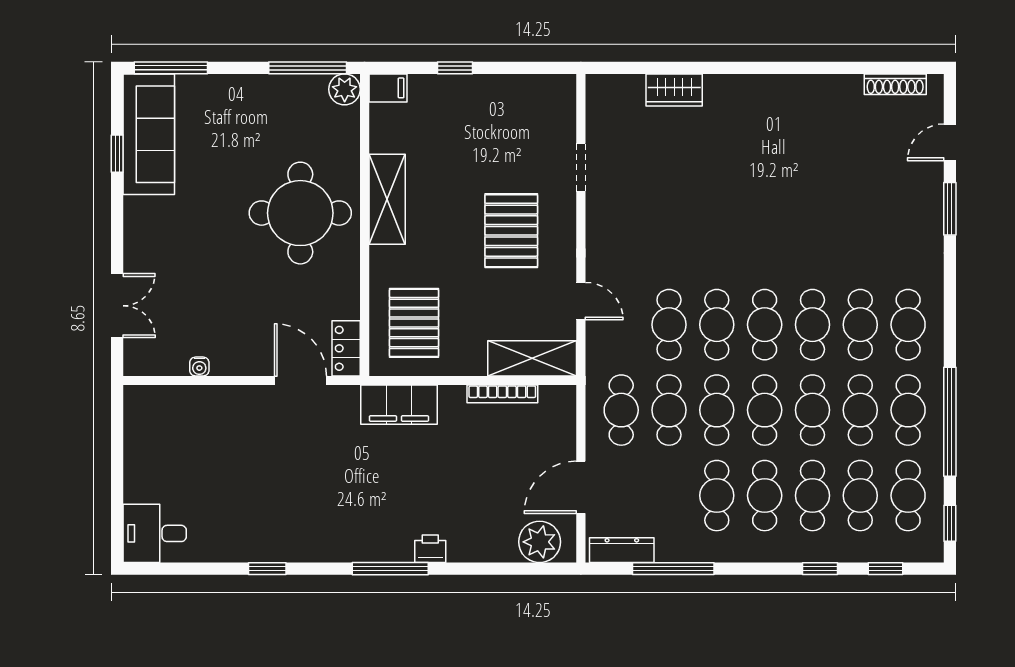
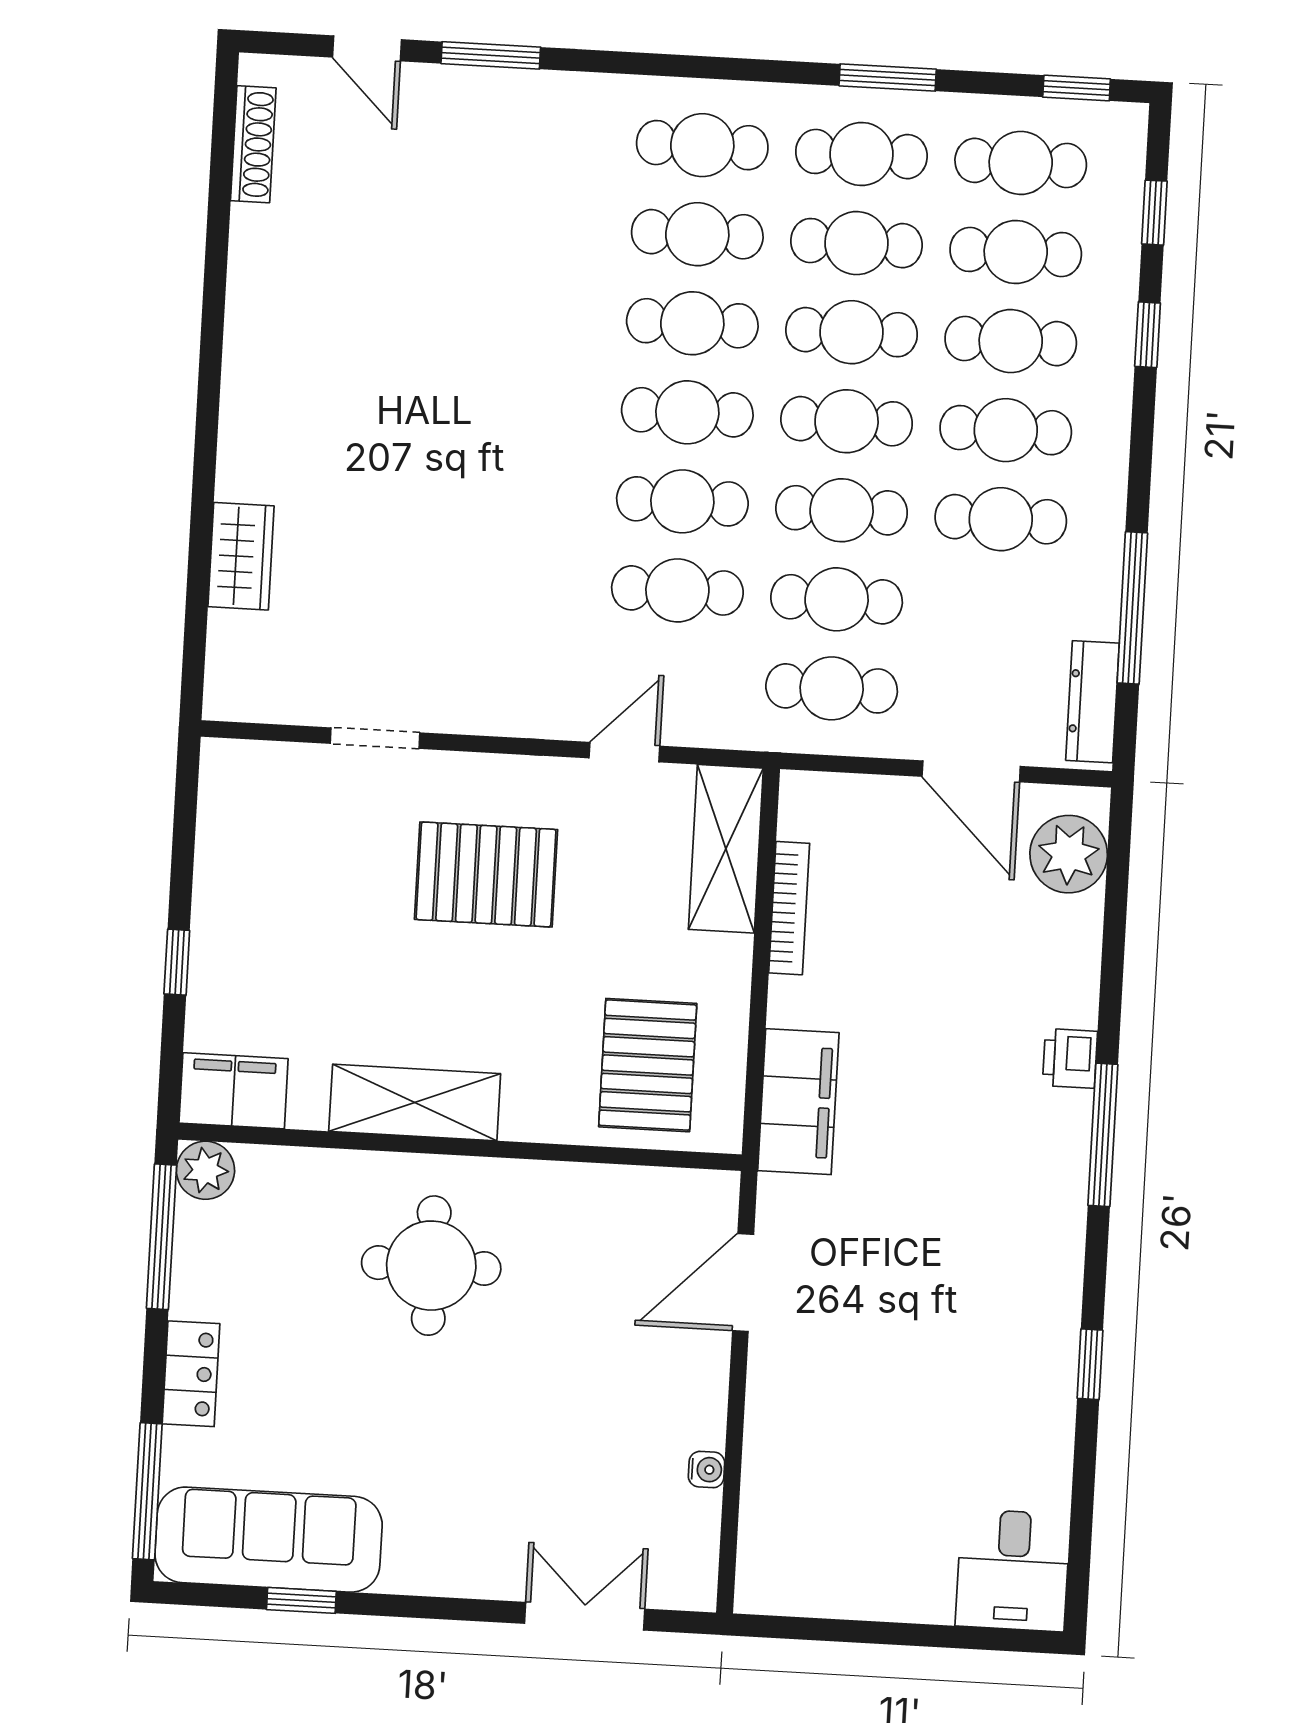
filing cabinet: (388, 88) -> (234, 1091), width x2.00
round table: (300, 213) -> (431, 1266), width x0.73, depth x0.73
pallet: (414, 323) -> (648, 1065), turned 90
locker: (346, 348) -> (191, 1374), moved, turned -90
window: (950, 422) -> (888, 77), width x0.47

